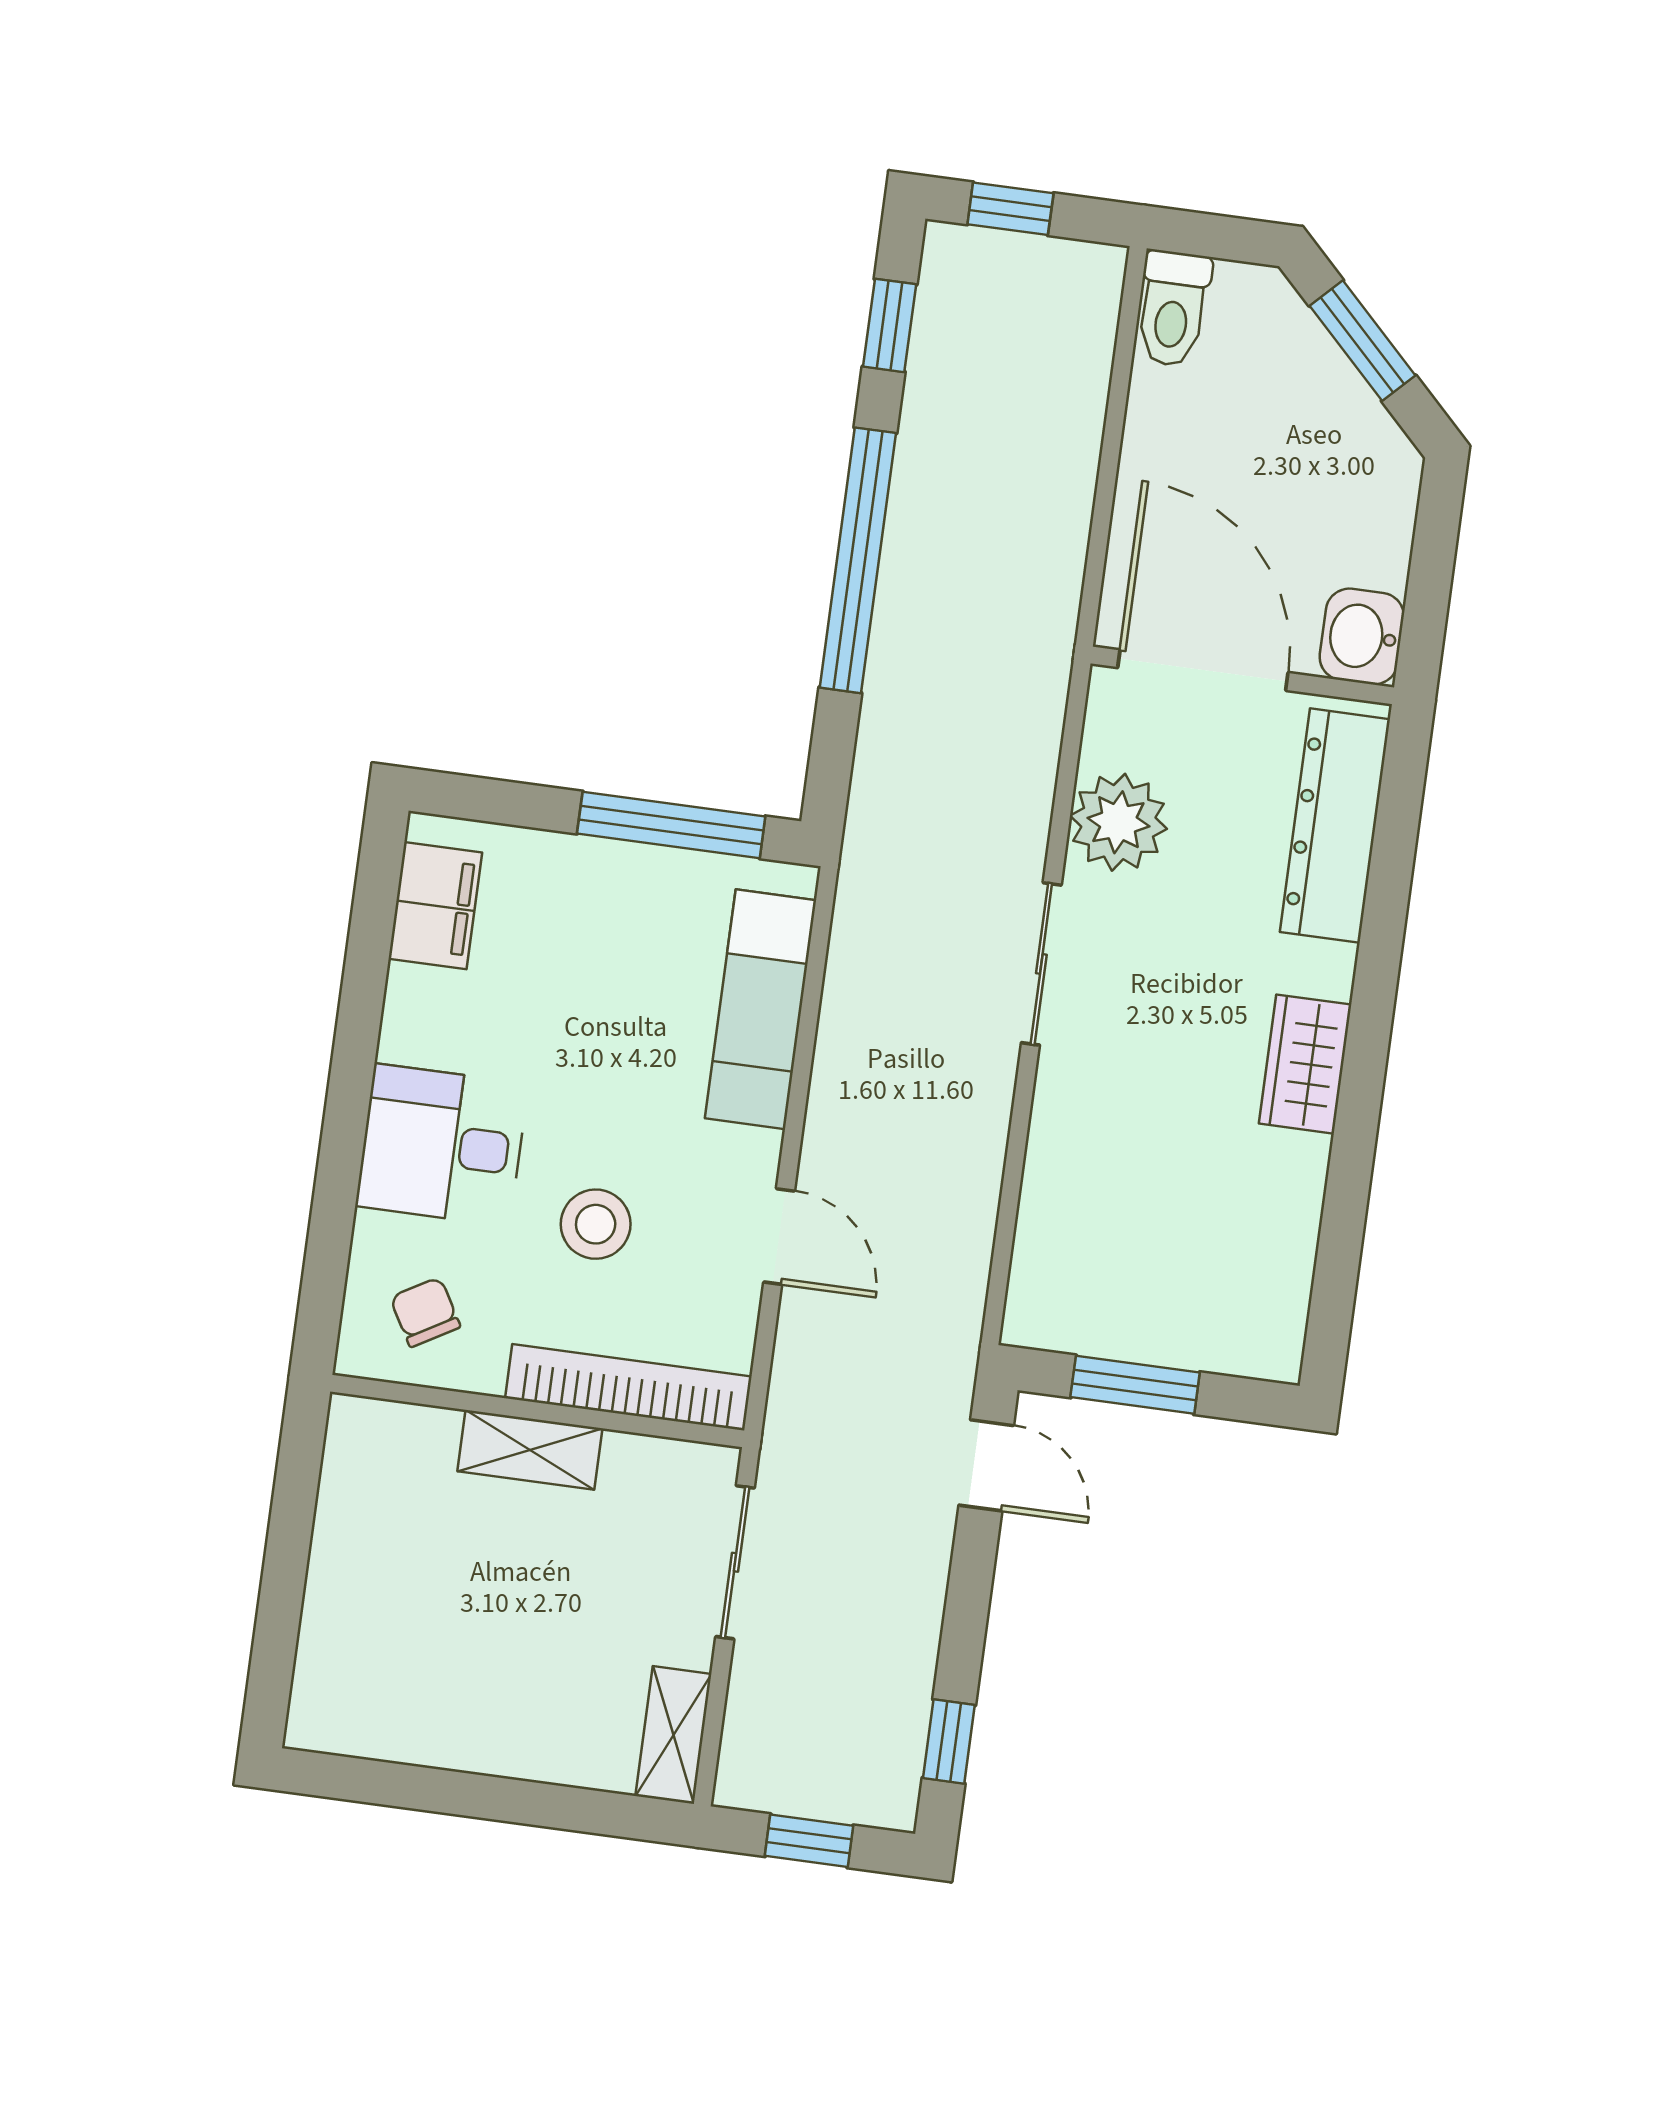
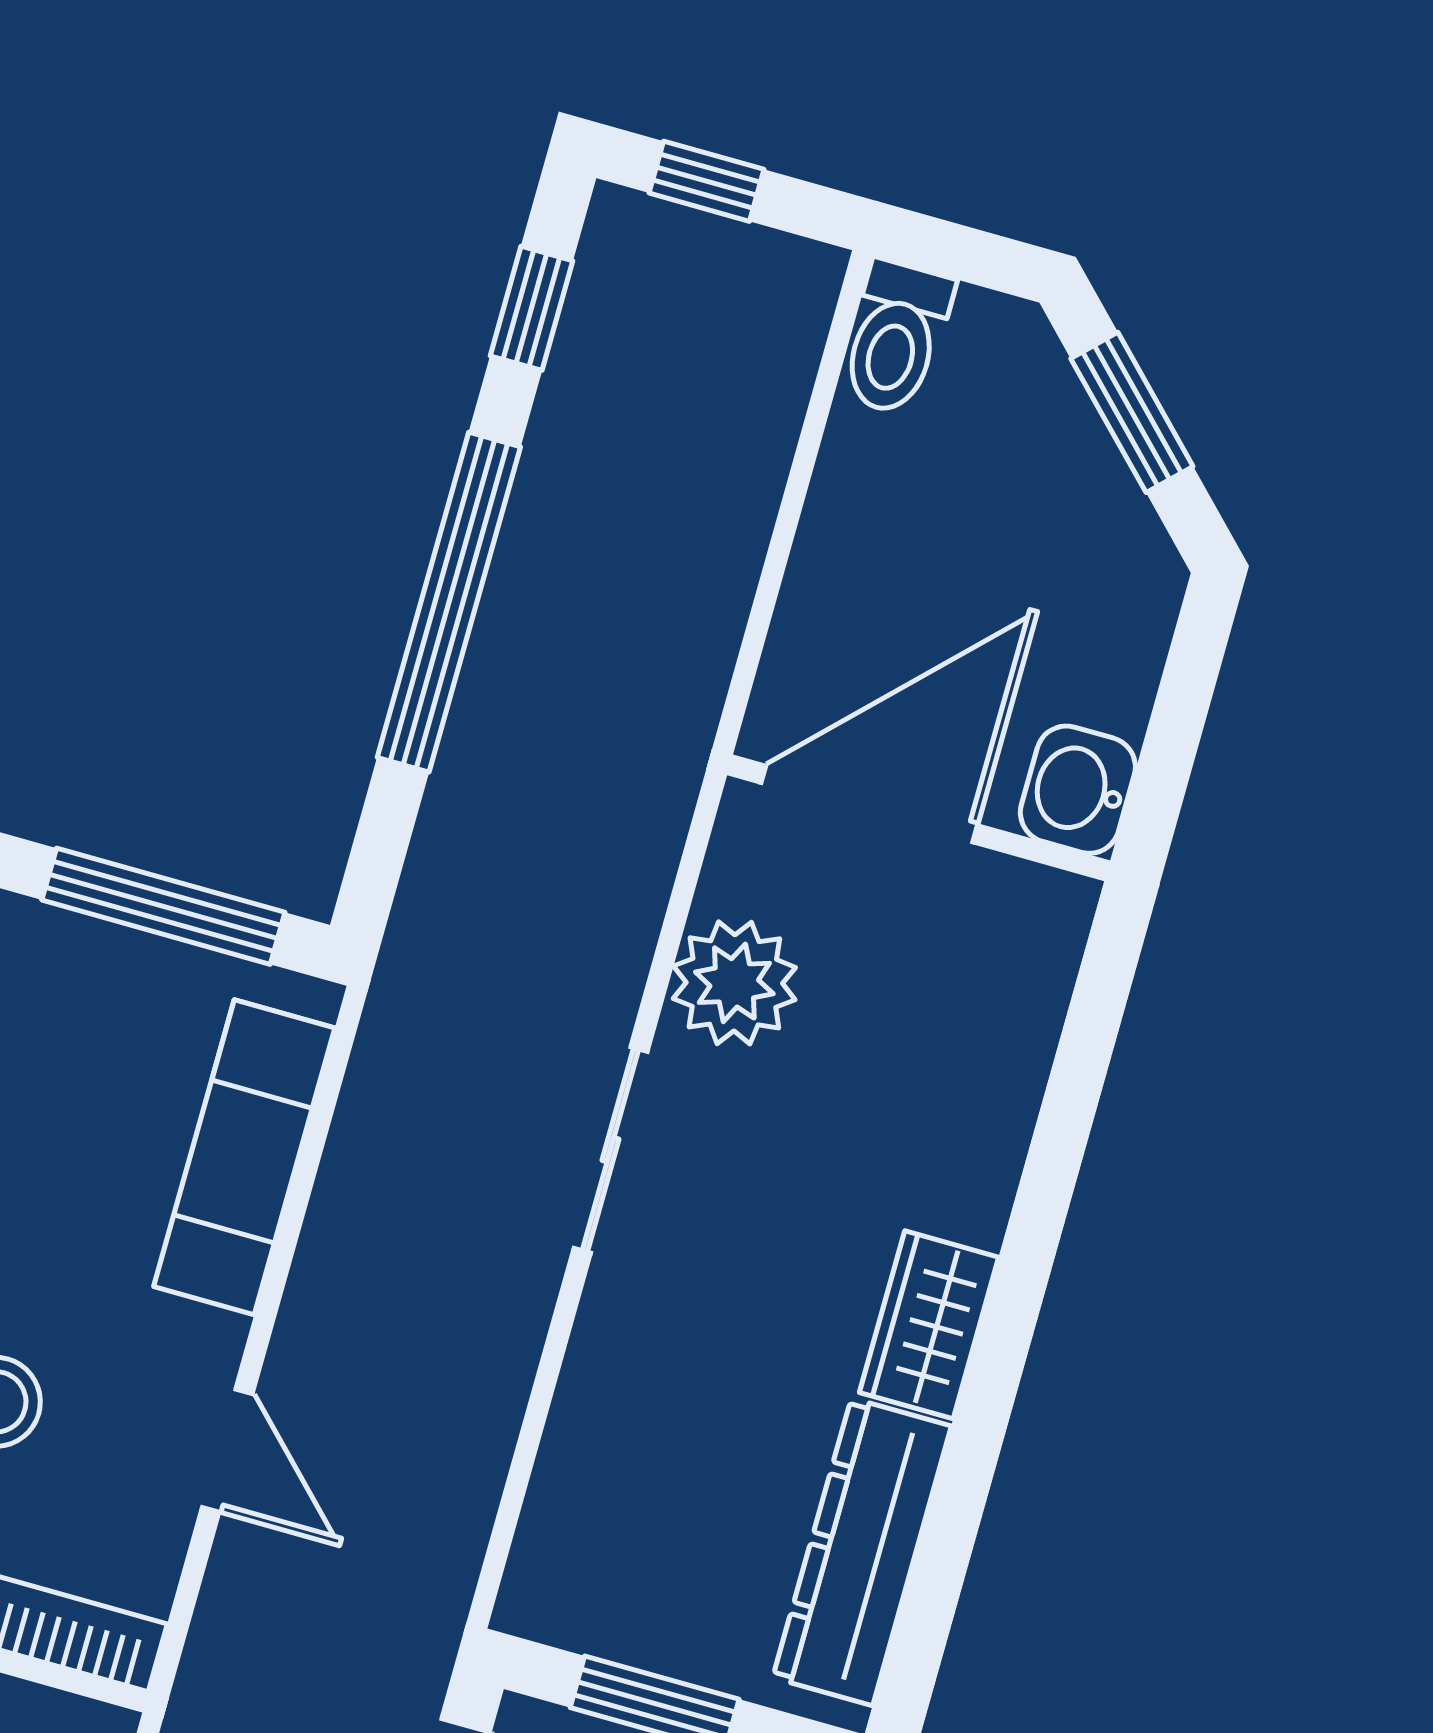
door: (1203, 670) -> (869, 804), hinge flipped
dresser: (1335, 826) -> (862, 1552), moved

